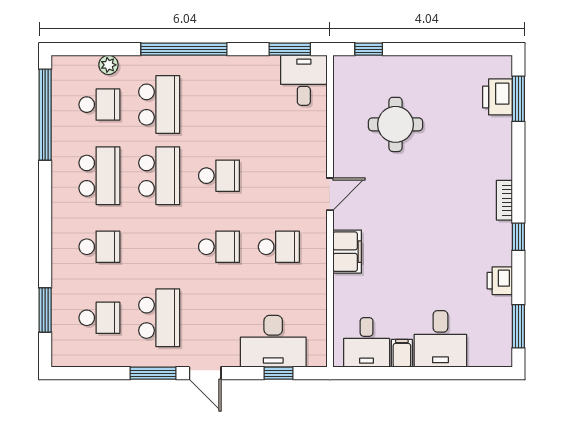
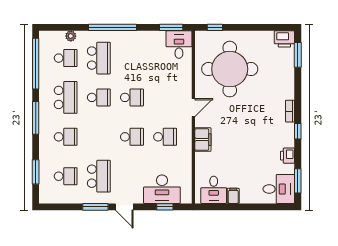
printer: (497, 97) -> (284, 39), moved, turned -90
round table: (395, 124) -> (230, 69), width x1.86, depth x1.86
school desk: (159, 176) -> (99, 97), width x0.54
window: (45, 213) -> (36, 118), added
desk: (440, 339) -> (279, 189), moved, turned -90

